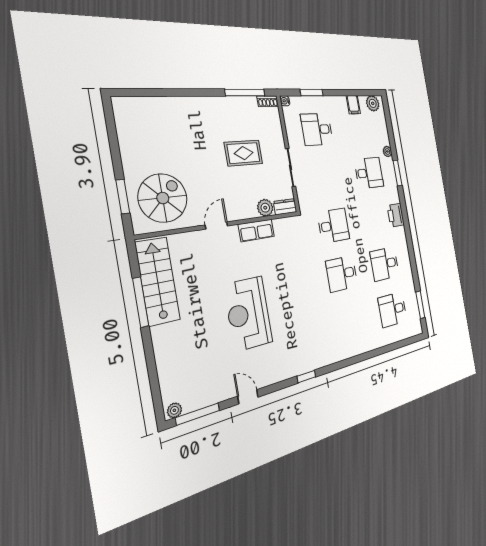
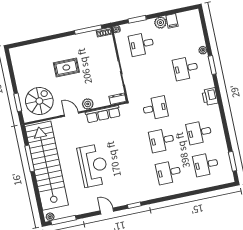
plant: (373, 103) -> (160, 23), moved
rug: (244, 153) -> (66, 67), moved
desk: (369, 173) -> (186, 68), turned 180
plant: (265, 208) -> (88, 104), moved
door: (216, 225) -> (72, 114), hinge flipped
row of seats: (256, 230) -> (103, 114), width x1.48
stairs: (158, 281) -> (47, 166), width x1.86, depth x1.51
reception desk: (248, 314) -> (93, 165), turned 180
desk: (350, 322) -> (169, 172), added
door: (248, 397) -> (107, 211), moved

